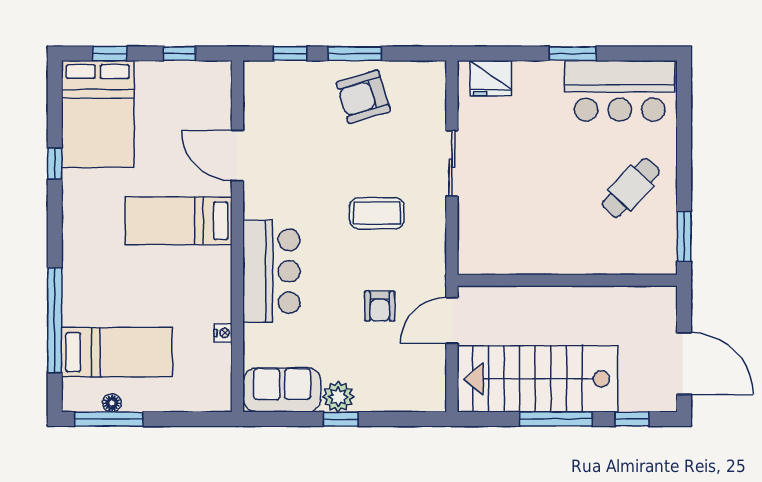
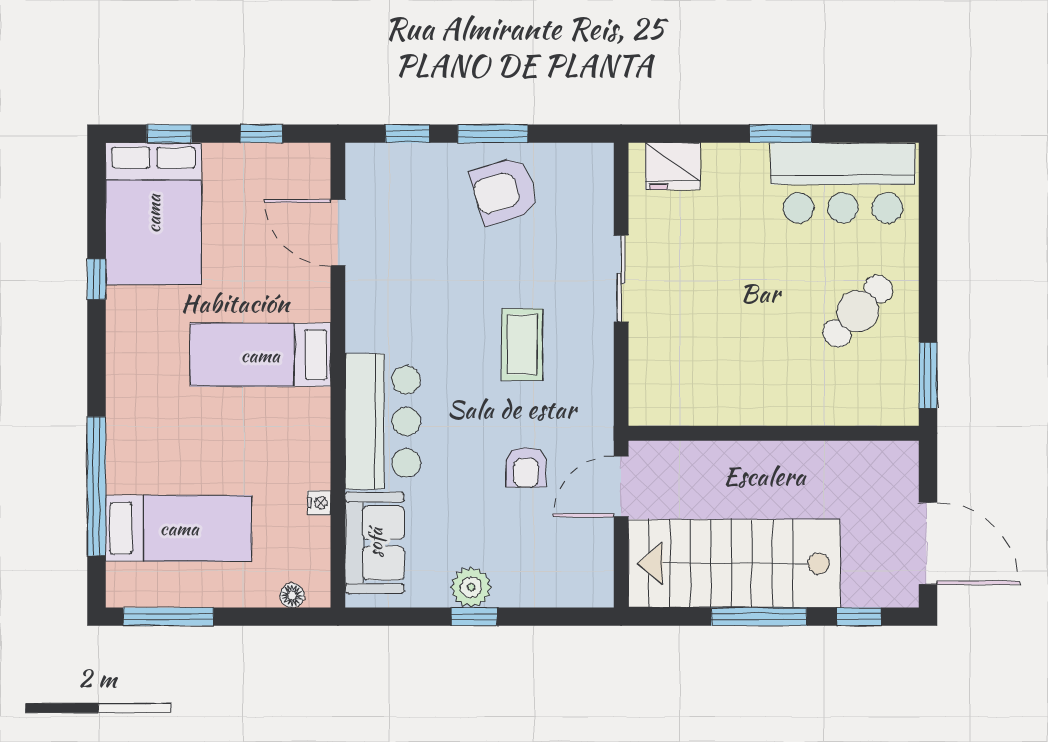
door: (237, 156) -> (338, 233), moved
coffee table: (377, 213) -> (522, 345), turned 90
sofa: (282, 390) -> (375, 543), moved, turned 90
floor lamp: (112, 403) -> (292, 595), moved

